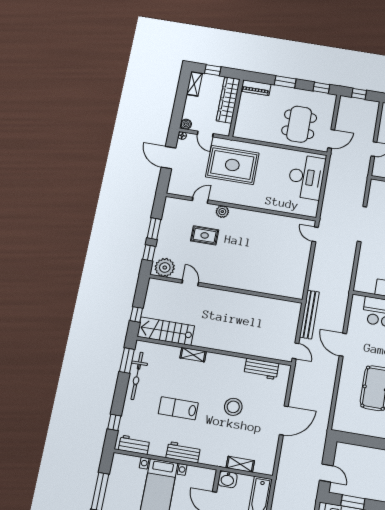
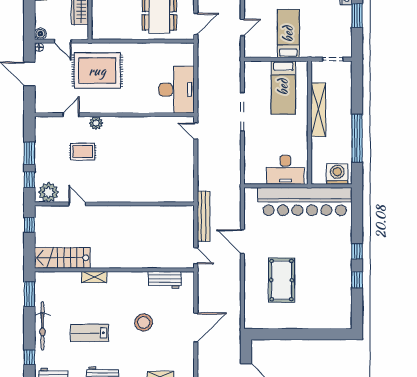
desk: (306, 177) -> (177, 90), moved
window: (136, 314) -> (29, 225), moved
bicycle: (137, 376) -> (42, 326), moved

